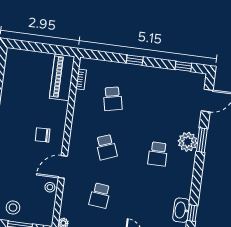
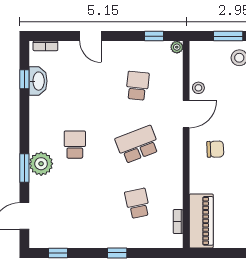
school desk: (106, 147) -> (137, 145), width x1.85

